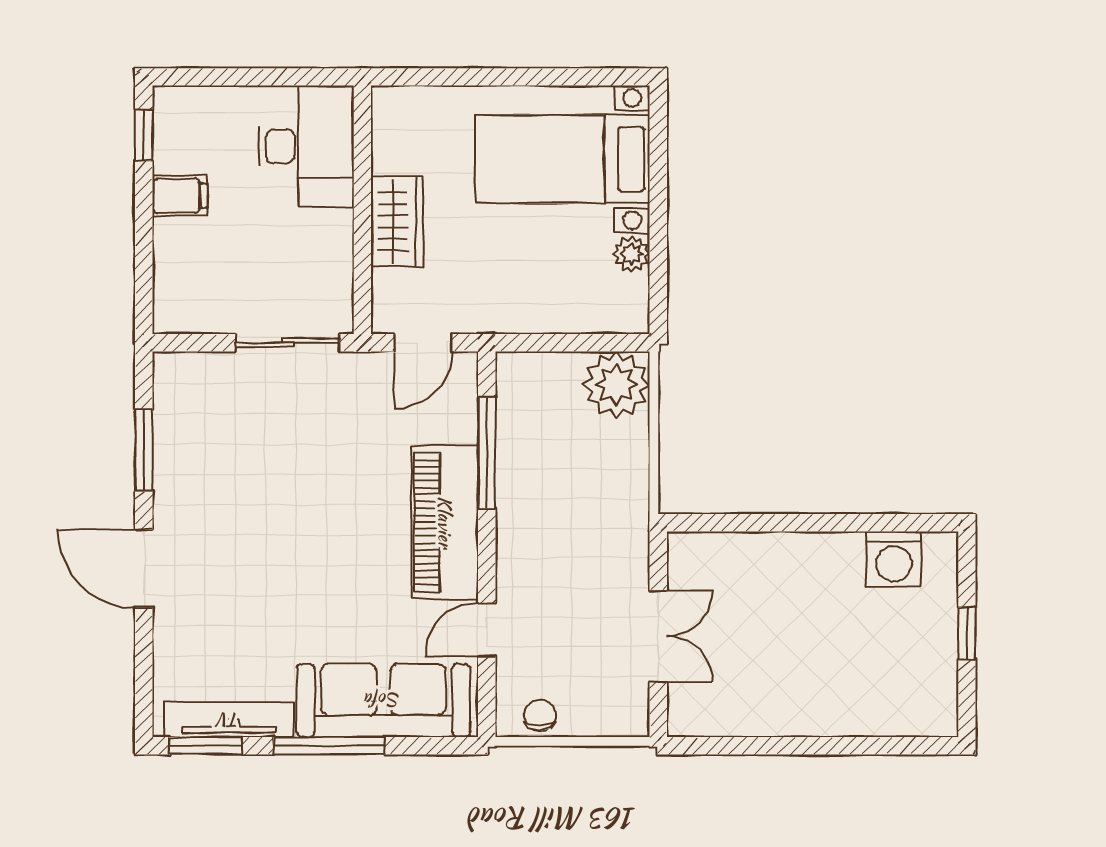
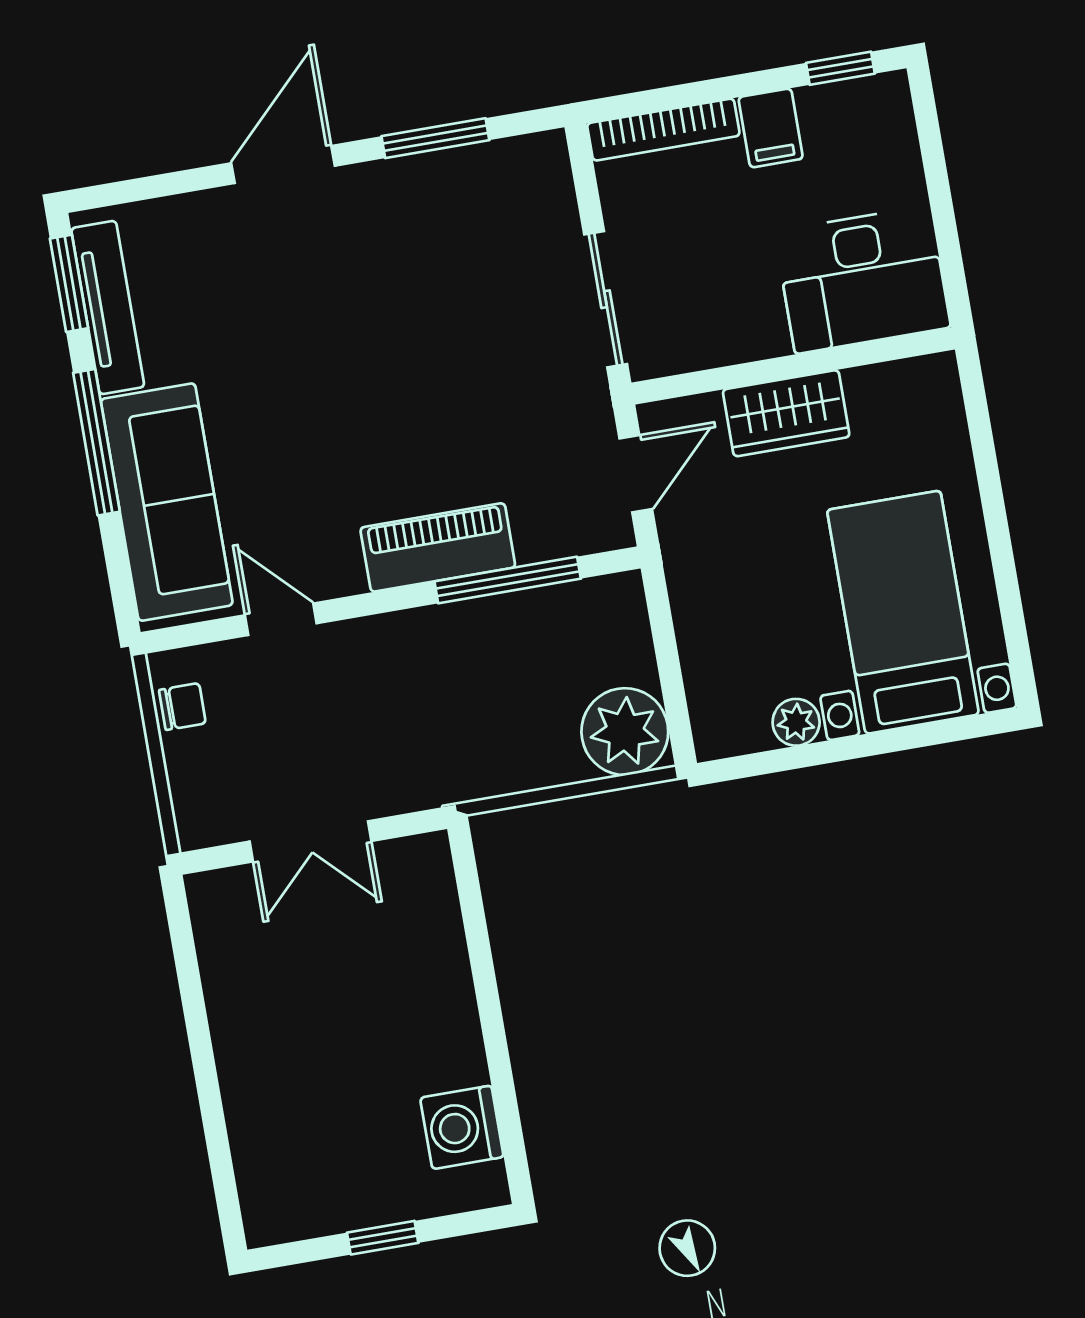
bookcase: (167, 277) -> (663, 130), added
door: (423, 343) -> (636, 474), swing flipped
piano: (445, 522) -> (438, 547), width x0.73, depth x0.75

